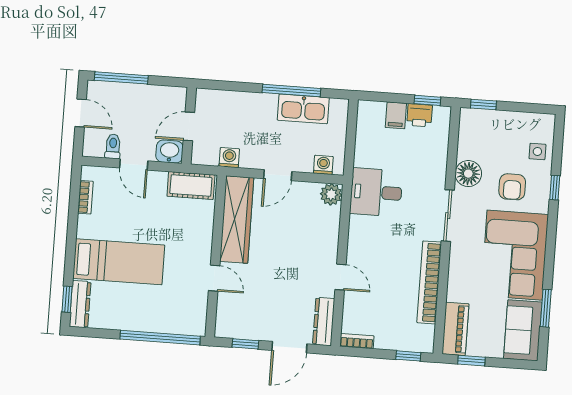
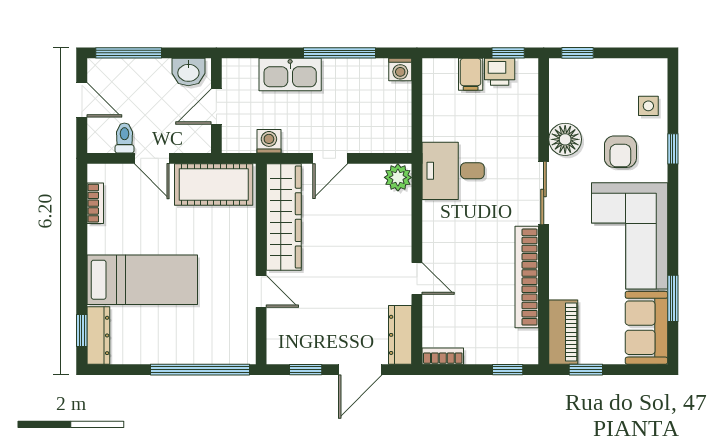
kitchen sink: (303, 109) -> (290, 75), moved
washbasin: (169, 152) -> (188, 72), moved, turned 180
washing machine: (323, 165) -> (400, 70), moved, turned 180
cot: (191, 186) -> (214, 185), width x1.37, depth x1.34

